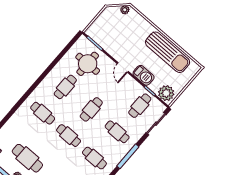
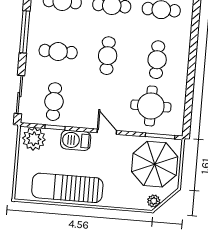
parasol: (109, 30) -> (155, 164), added

